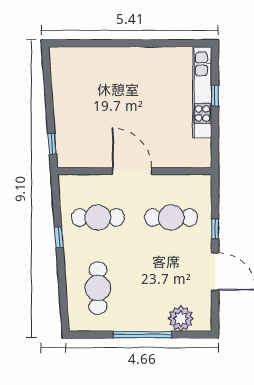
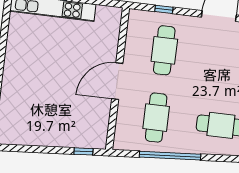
window: (215, 229) -> (164, 9), moved
window: (59, 237) -> (170, 156), width x3.17

